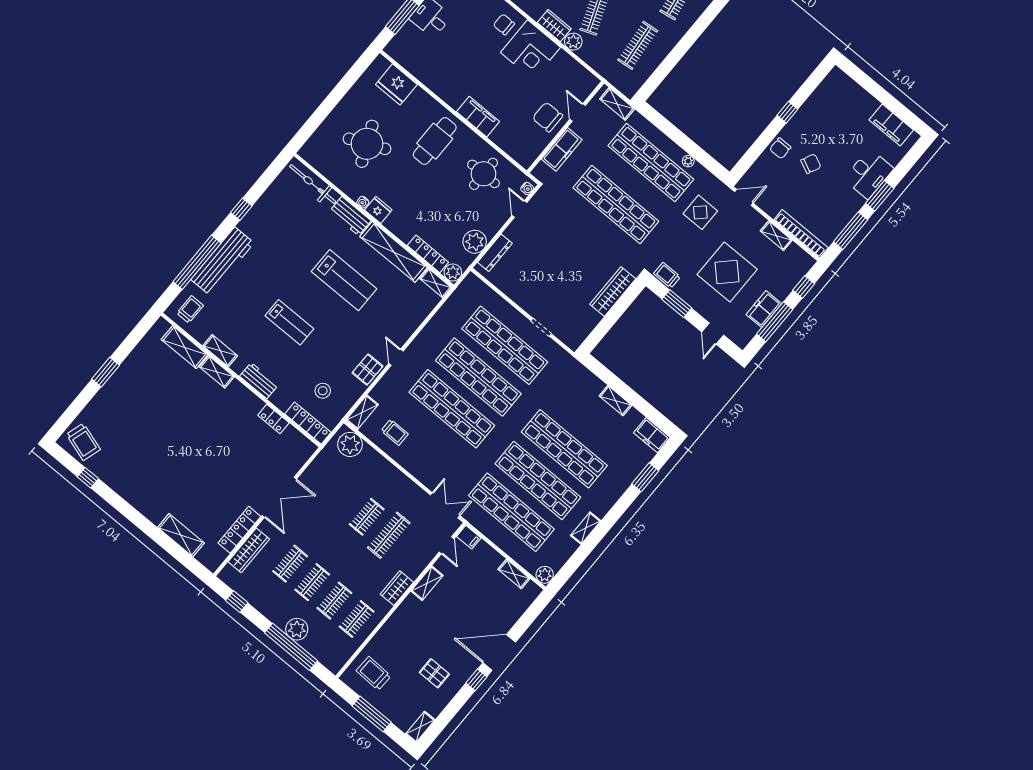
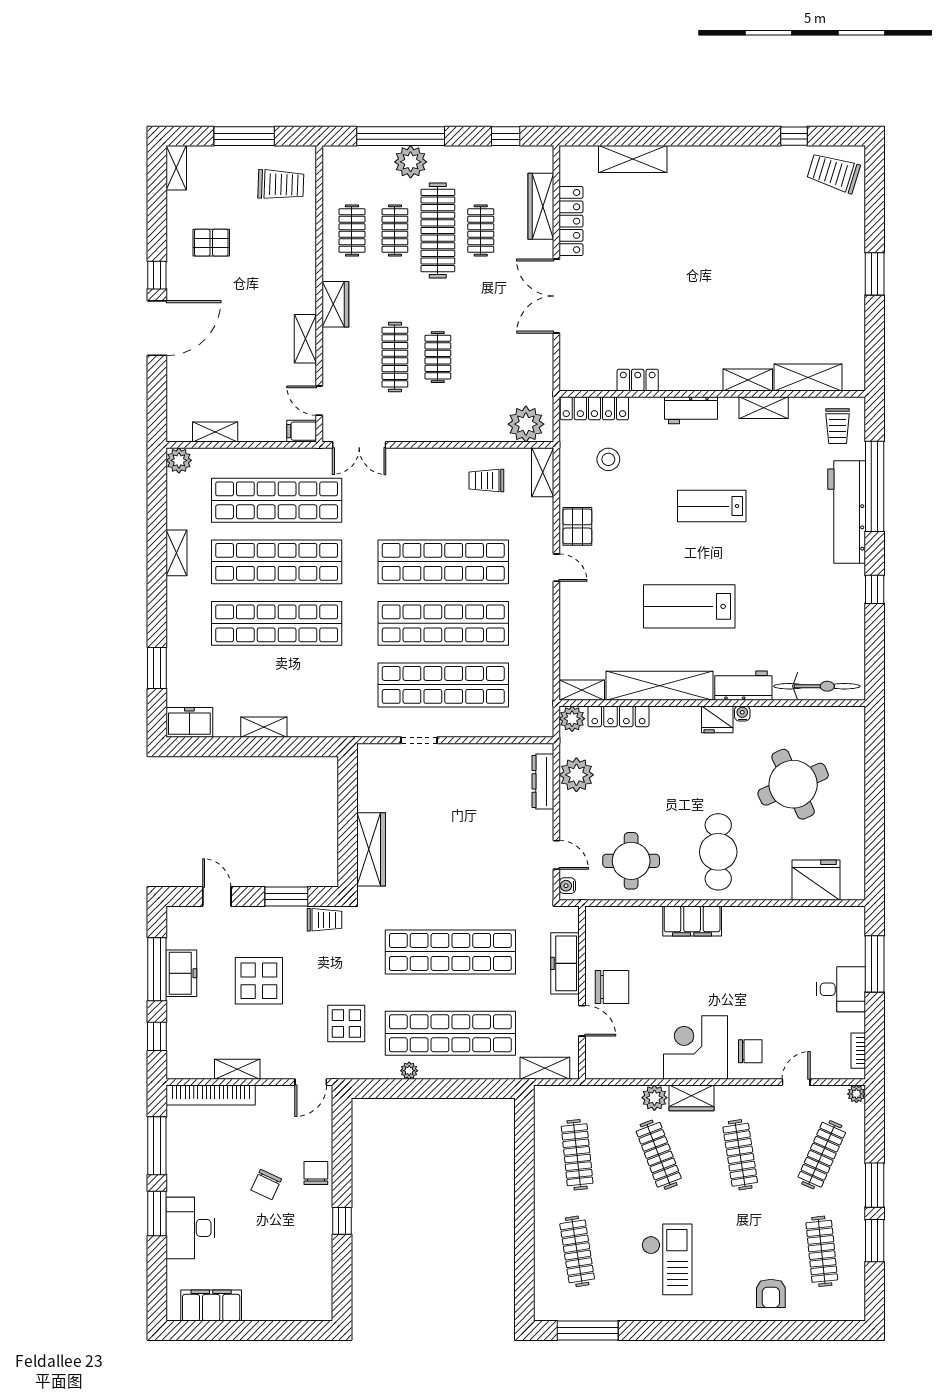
display table: (727, 272) -> (259, 981), width x0.73, depth x0.73
clothes rail: (312, 582) -> (438, 231), width x1.86, depth x1.31

